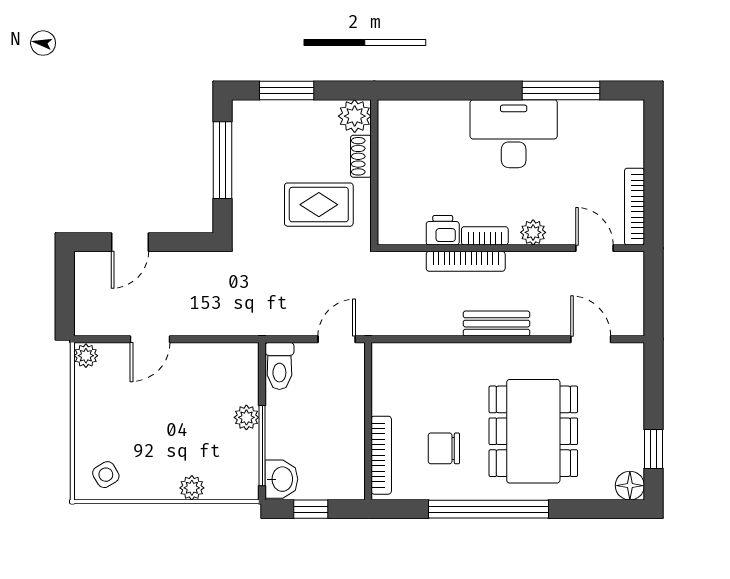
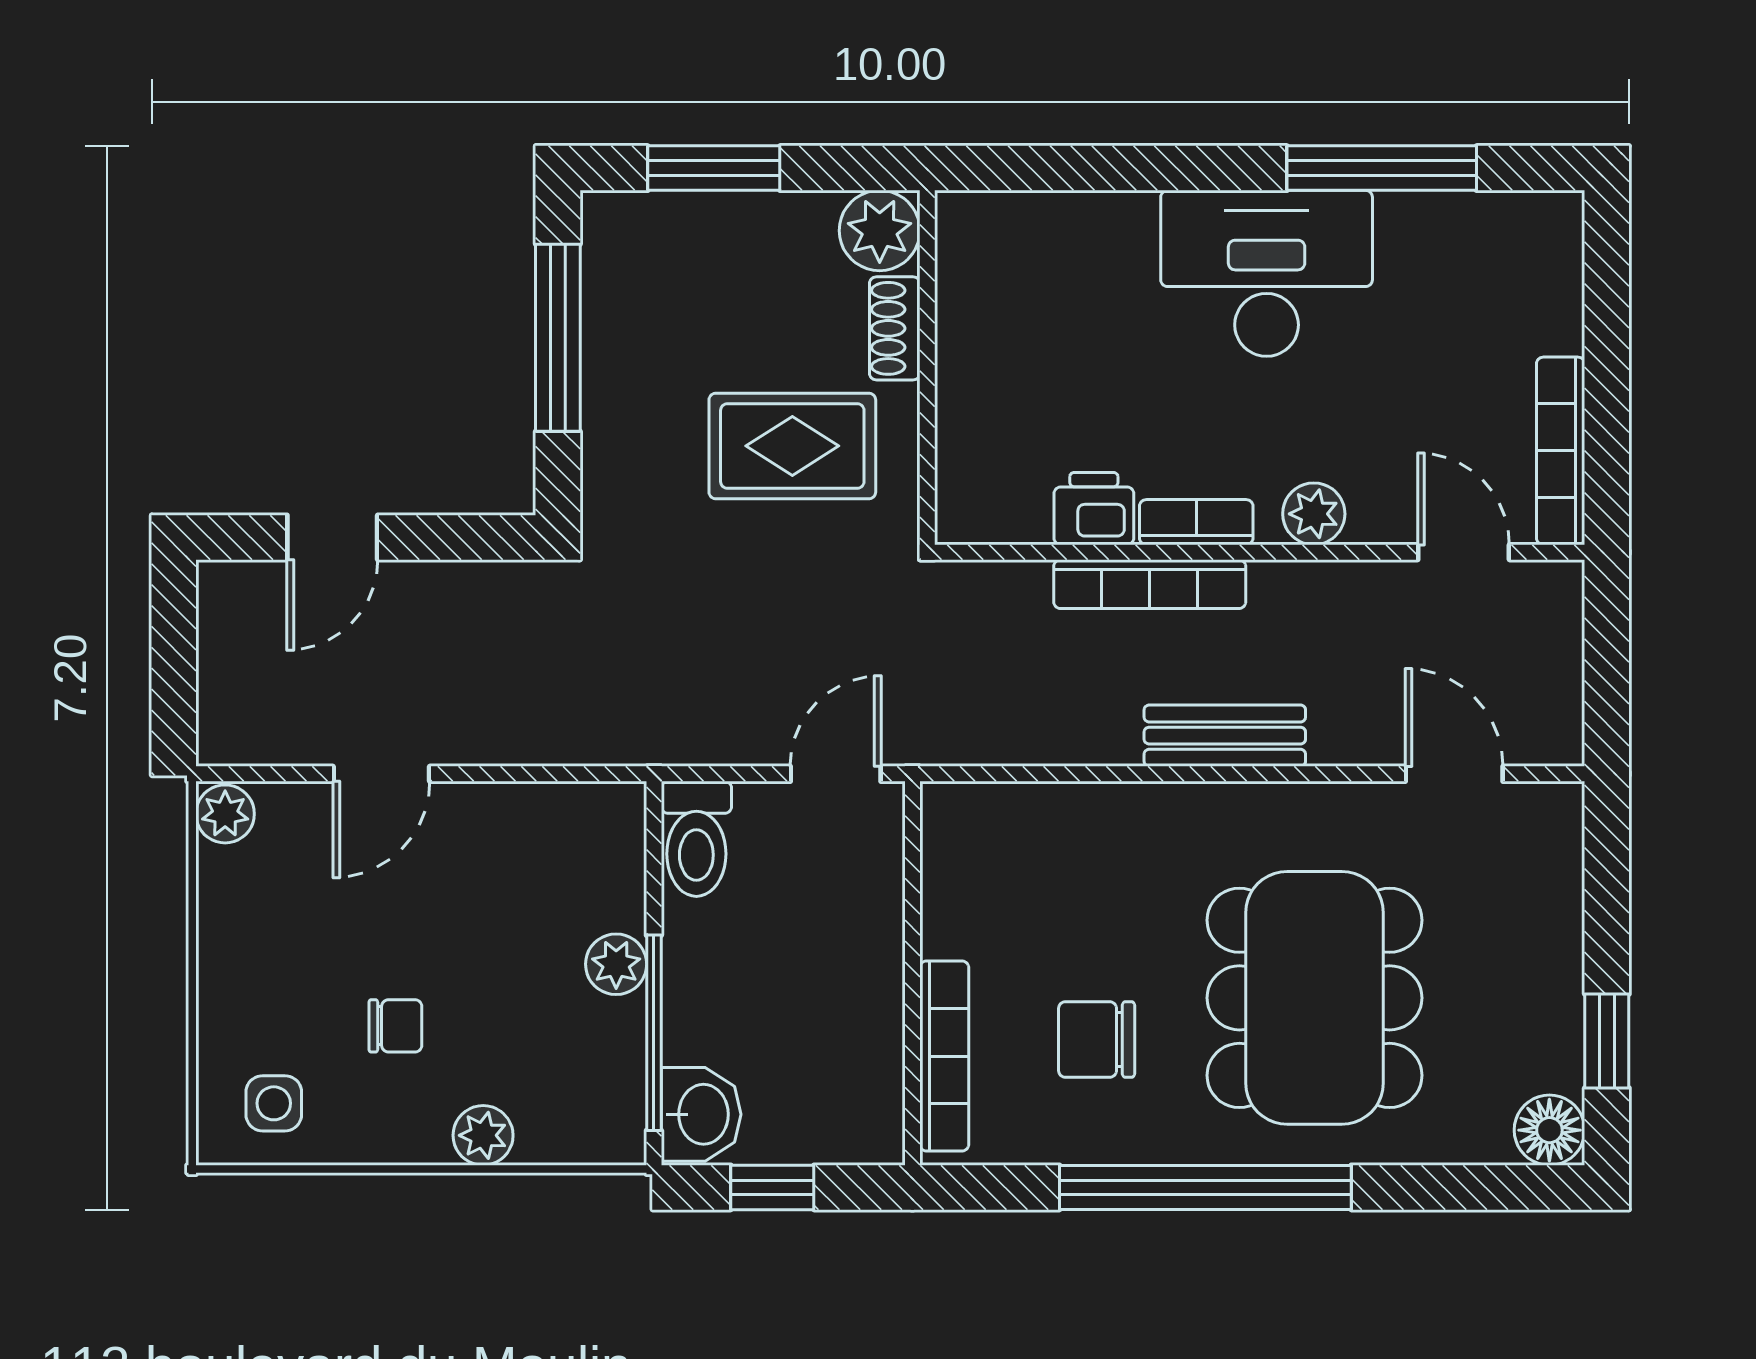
chair: (156, 443) -> (395, 1026), added
side table: (106, 475) -> (274, 1103), turned 31

